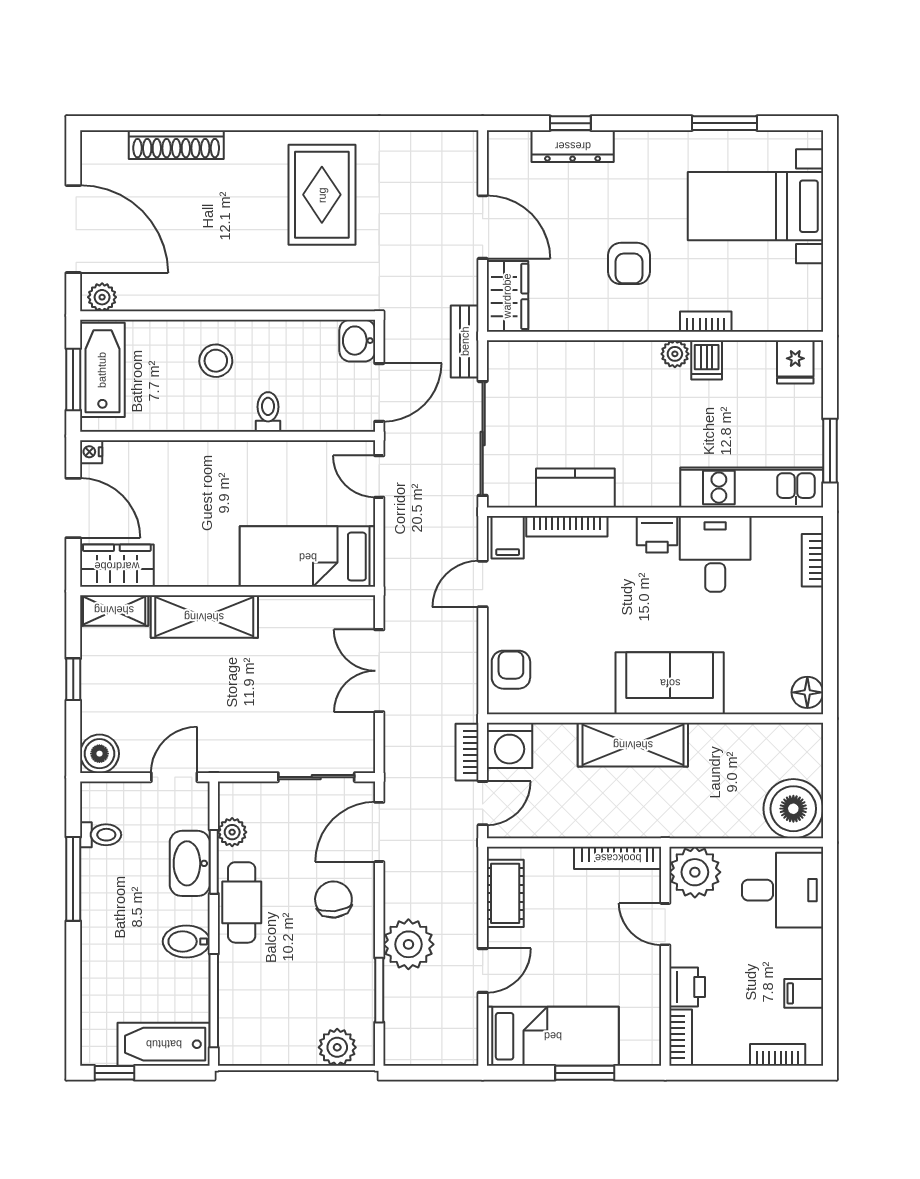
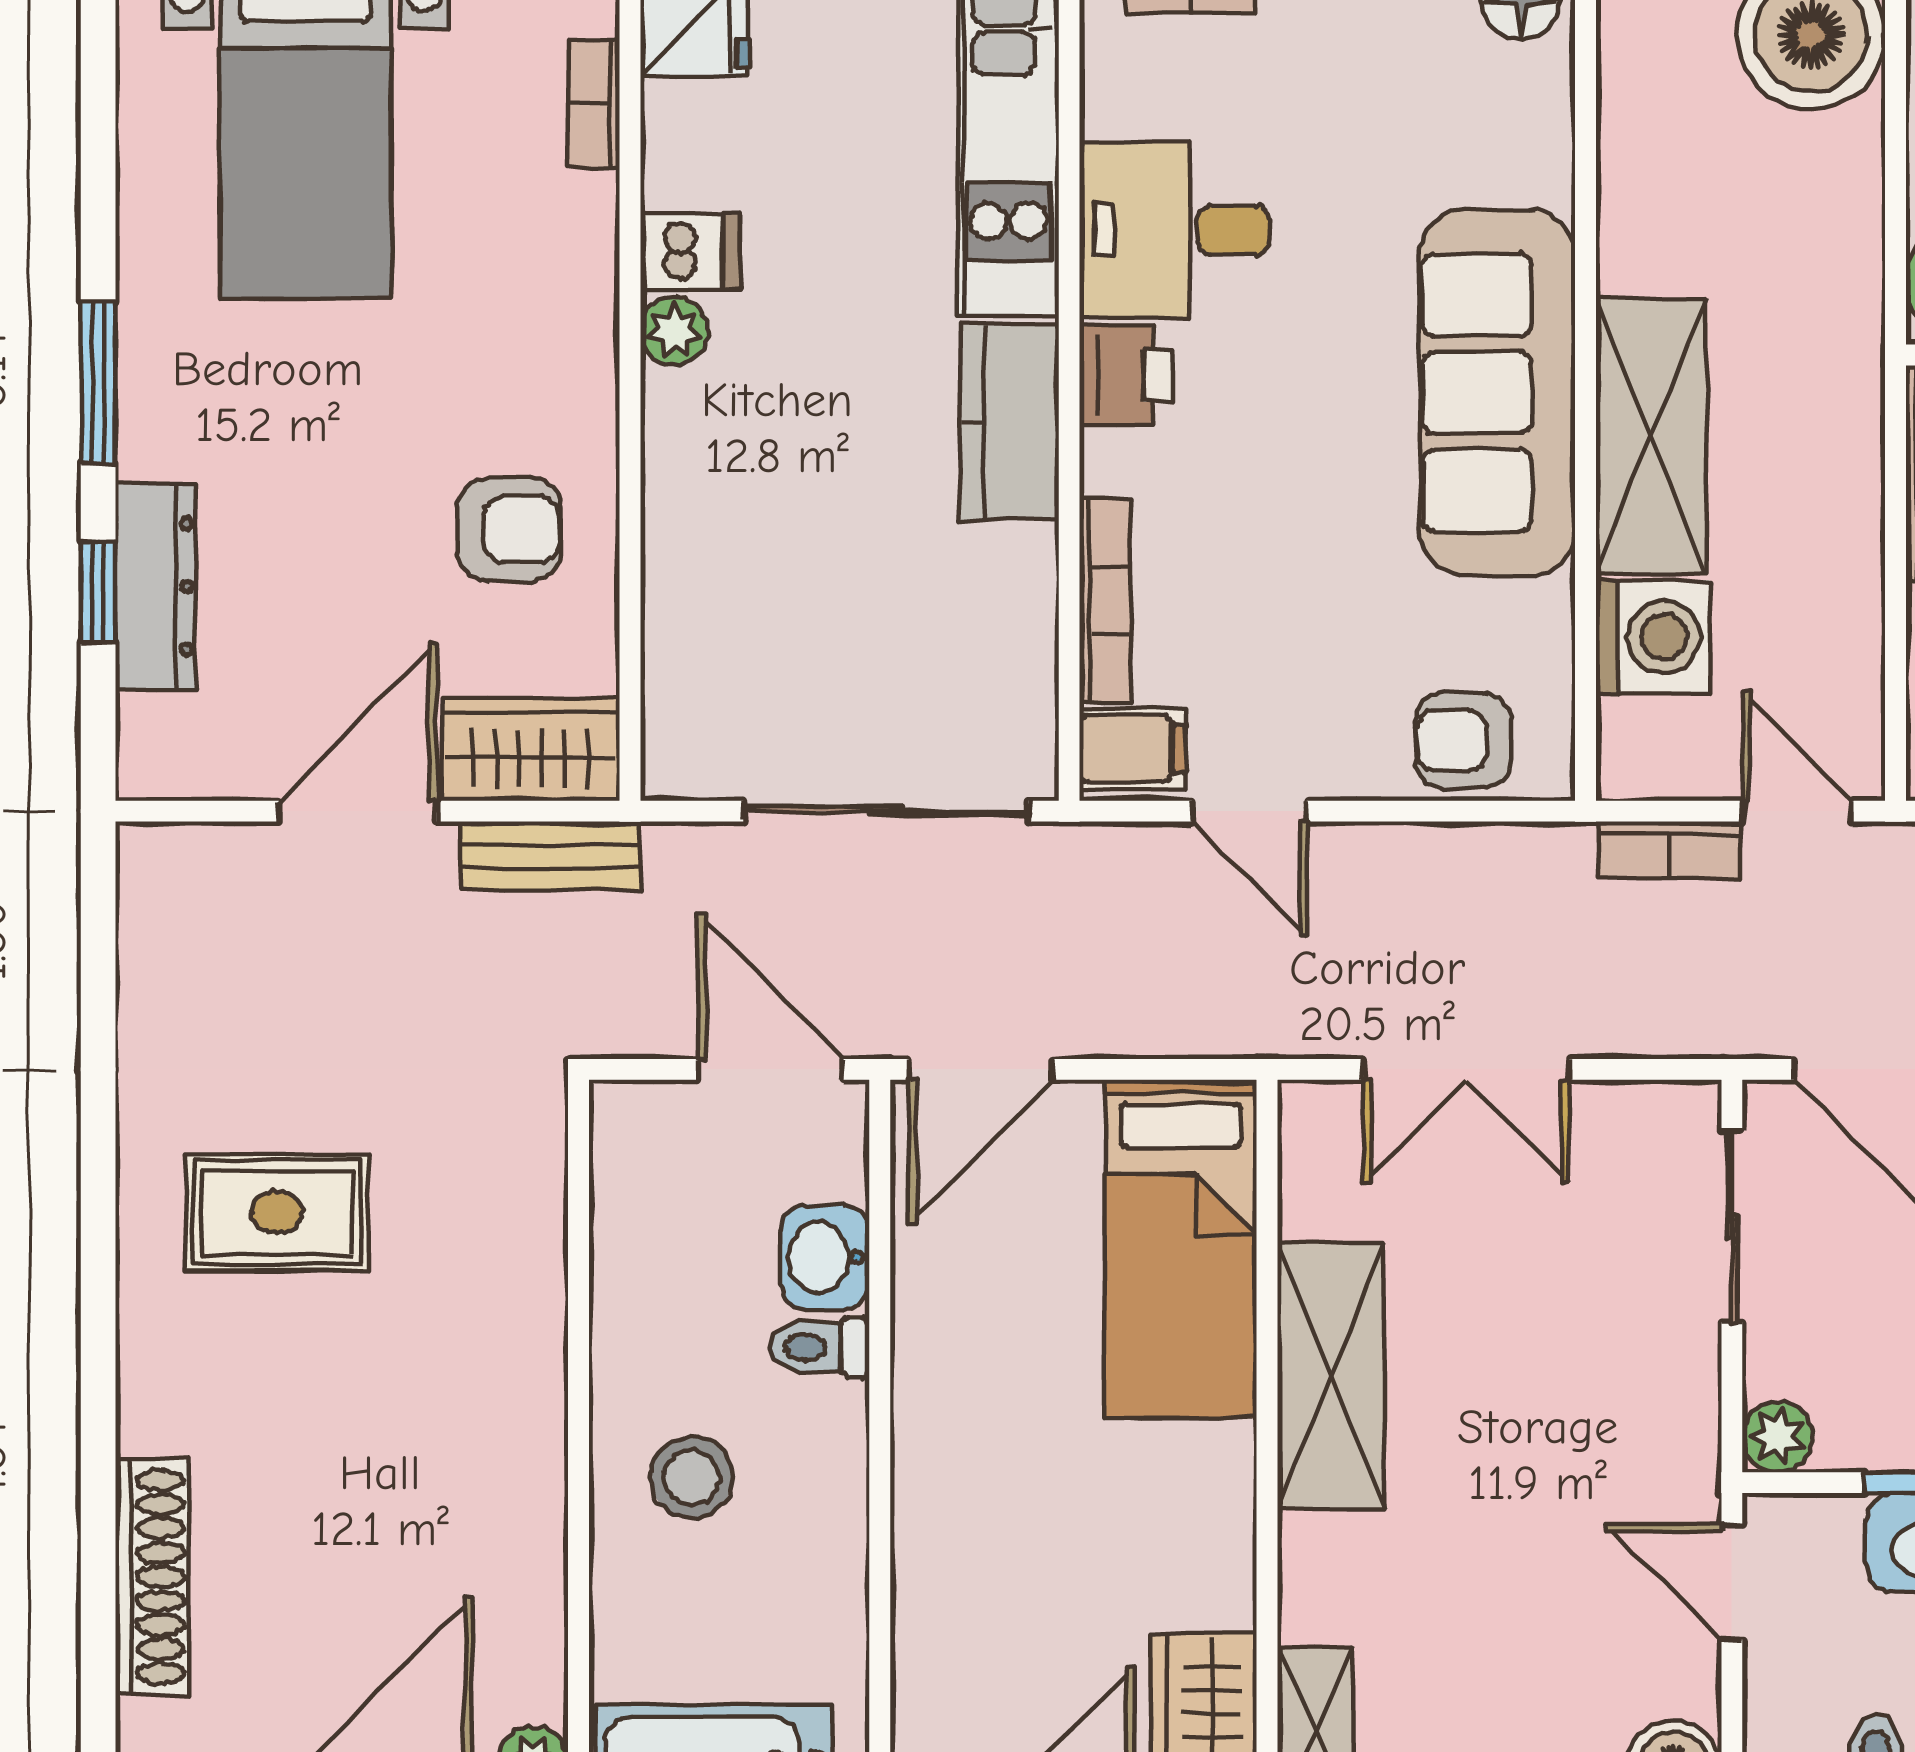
window: (724, 123) -> (98, 383), moved
rug: (322, 195) -> (277, 1213), width x0.73, depth x0.70
armchair: (629, 263) -> (509, 529), moved
bookcase: (706, 322) -> (594, 103), moved
washbasin: (357, 341) -> (825, 1257), moved, turned 90
bench: (465, 341) -> (551, 856), moved
door: (379, 476) -> (981, 1069), width x1.38
kitchen counter: (575, 488) -> (1010, 422), moved
shelving: (204, 617) -> (1331, 1376), moved
sofa: (670, 683) -> (1497, 393), width x1.36
washing machine: (509, 745) -> (1653, 637), moved
plant: (232, 832) -> (1778, 1437), moved

